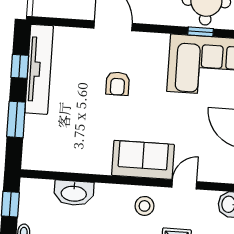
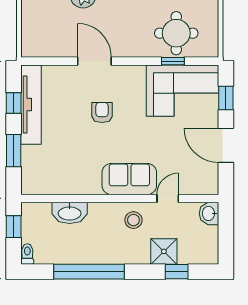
armchair: (118, 84) -> (102, 112), turned 180

